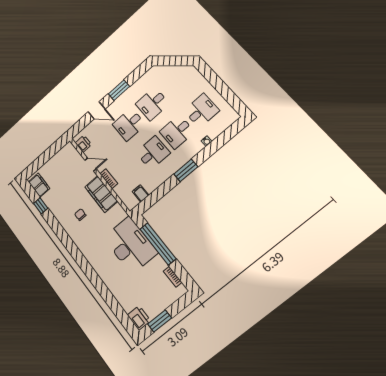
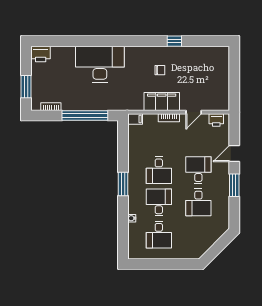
desk: (152, 104) -> (198, 202), turned 180
filing cabinet: (39, 185) -> (215, 53), removed
filing cabinet: (141, 193) -> (135, 119), moved
window: (41, 206) -> (174, 41), moved
desk: (130, 245) -> (100, 64), moved, turned 180
window: (160, 321) -> (26, 87), moved

